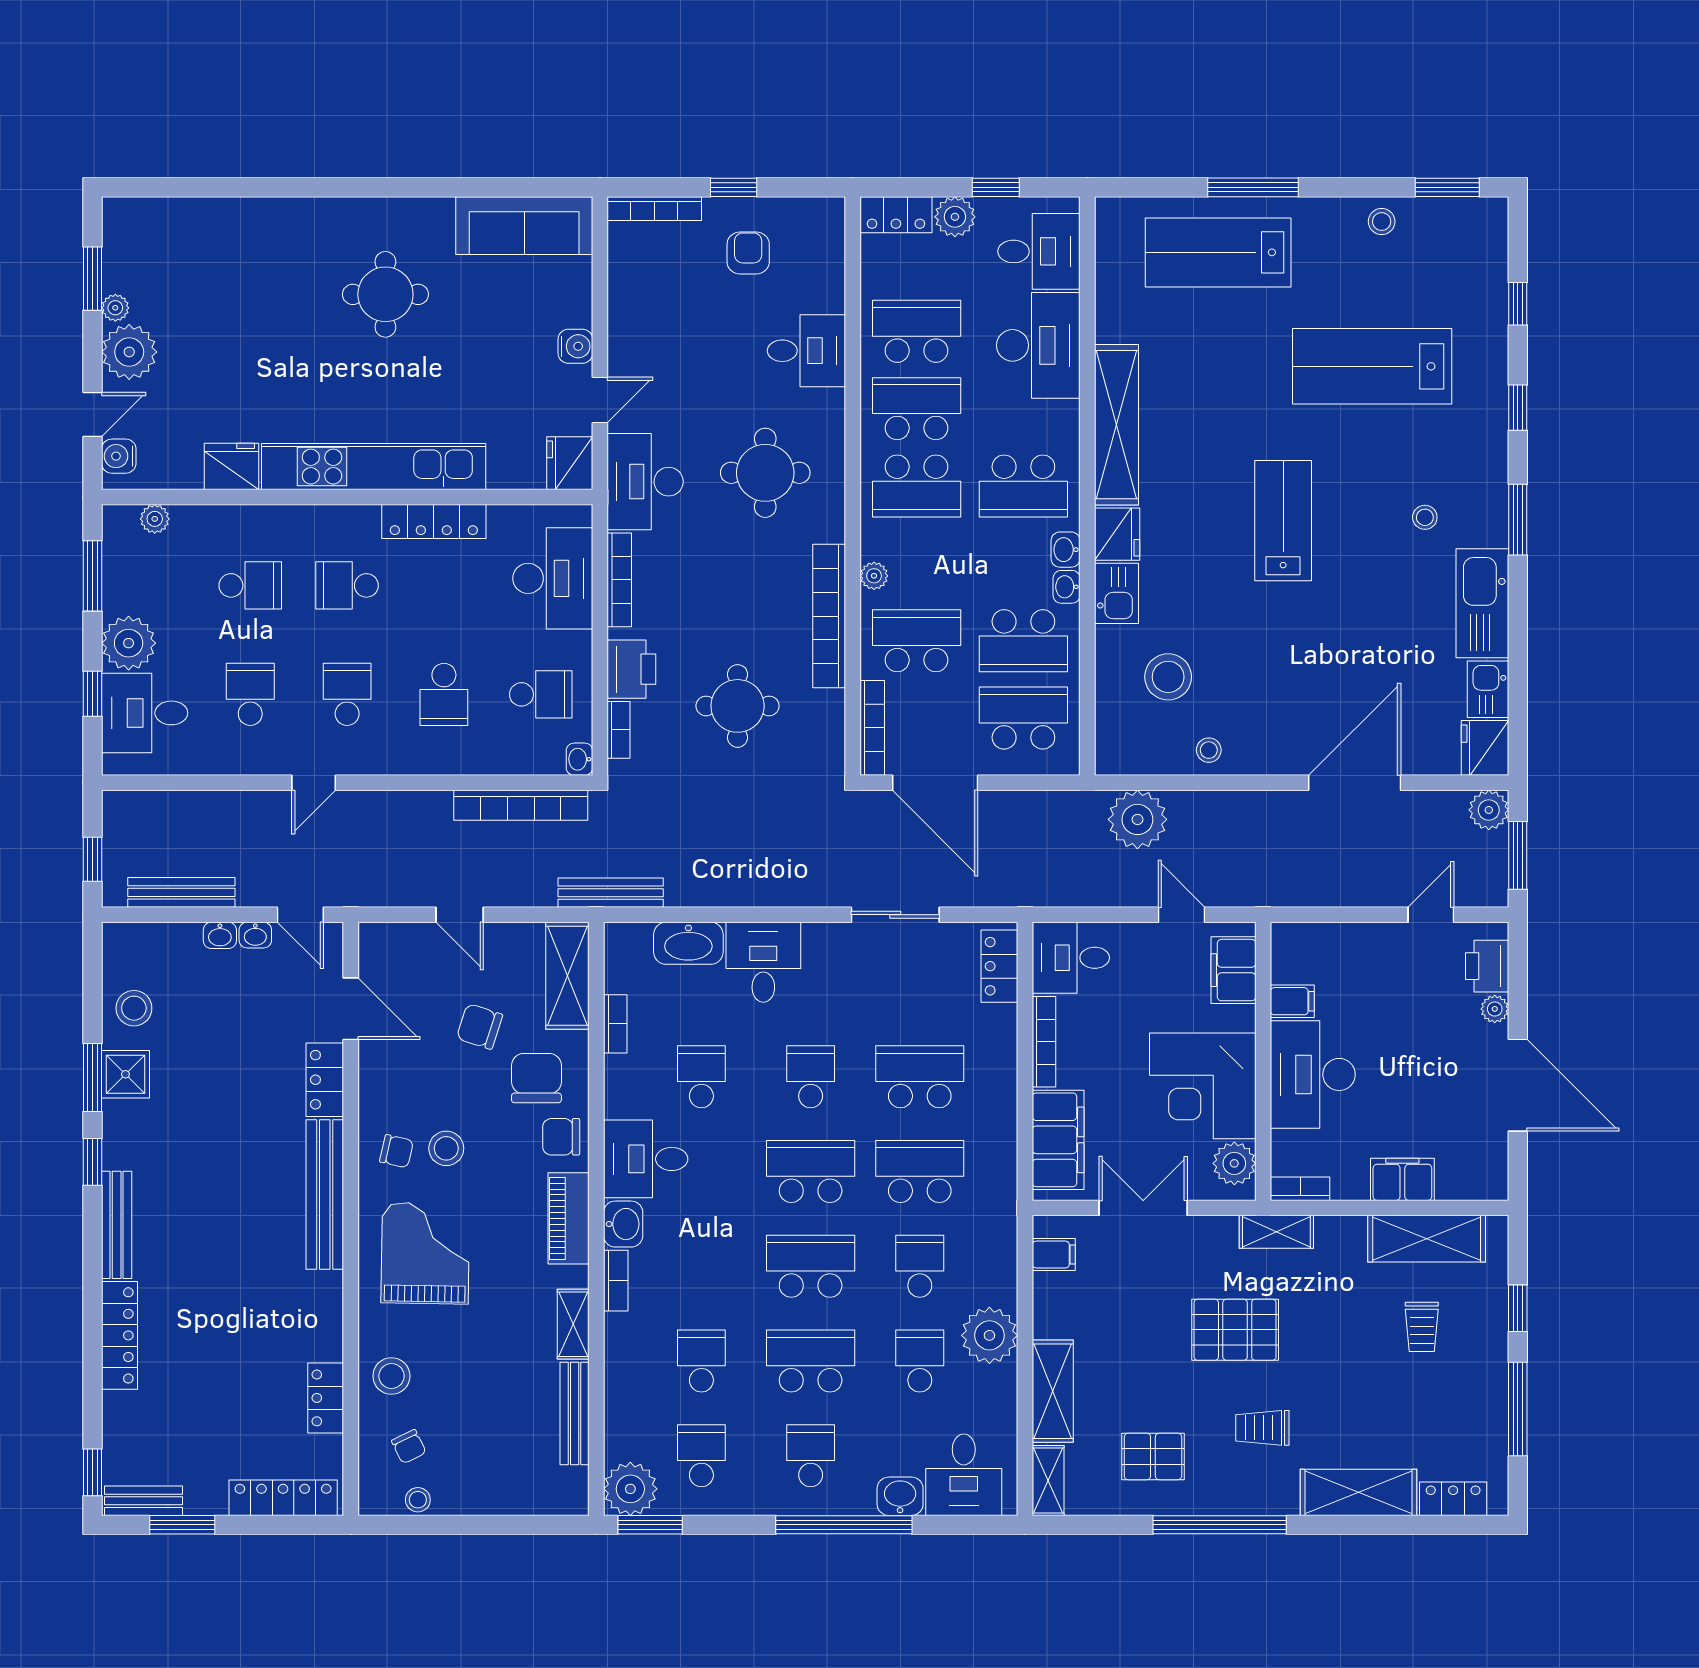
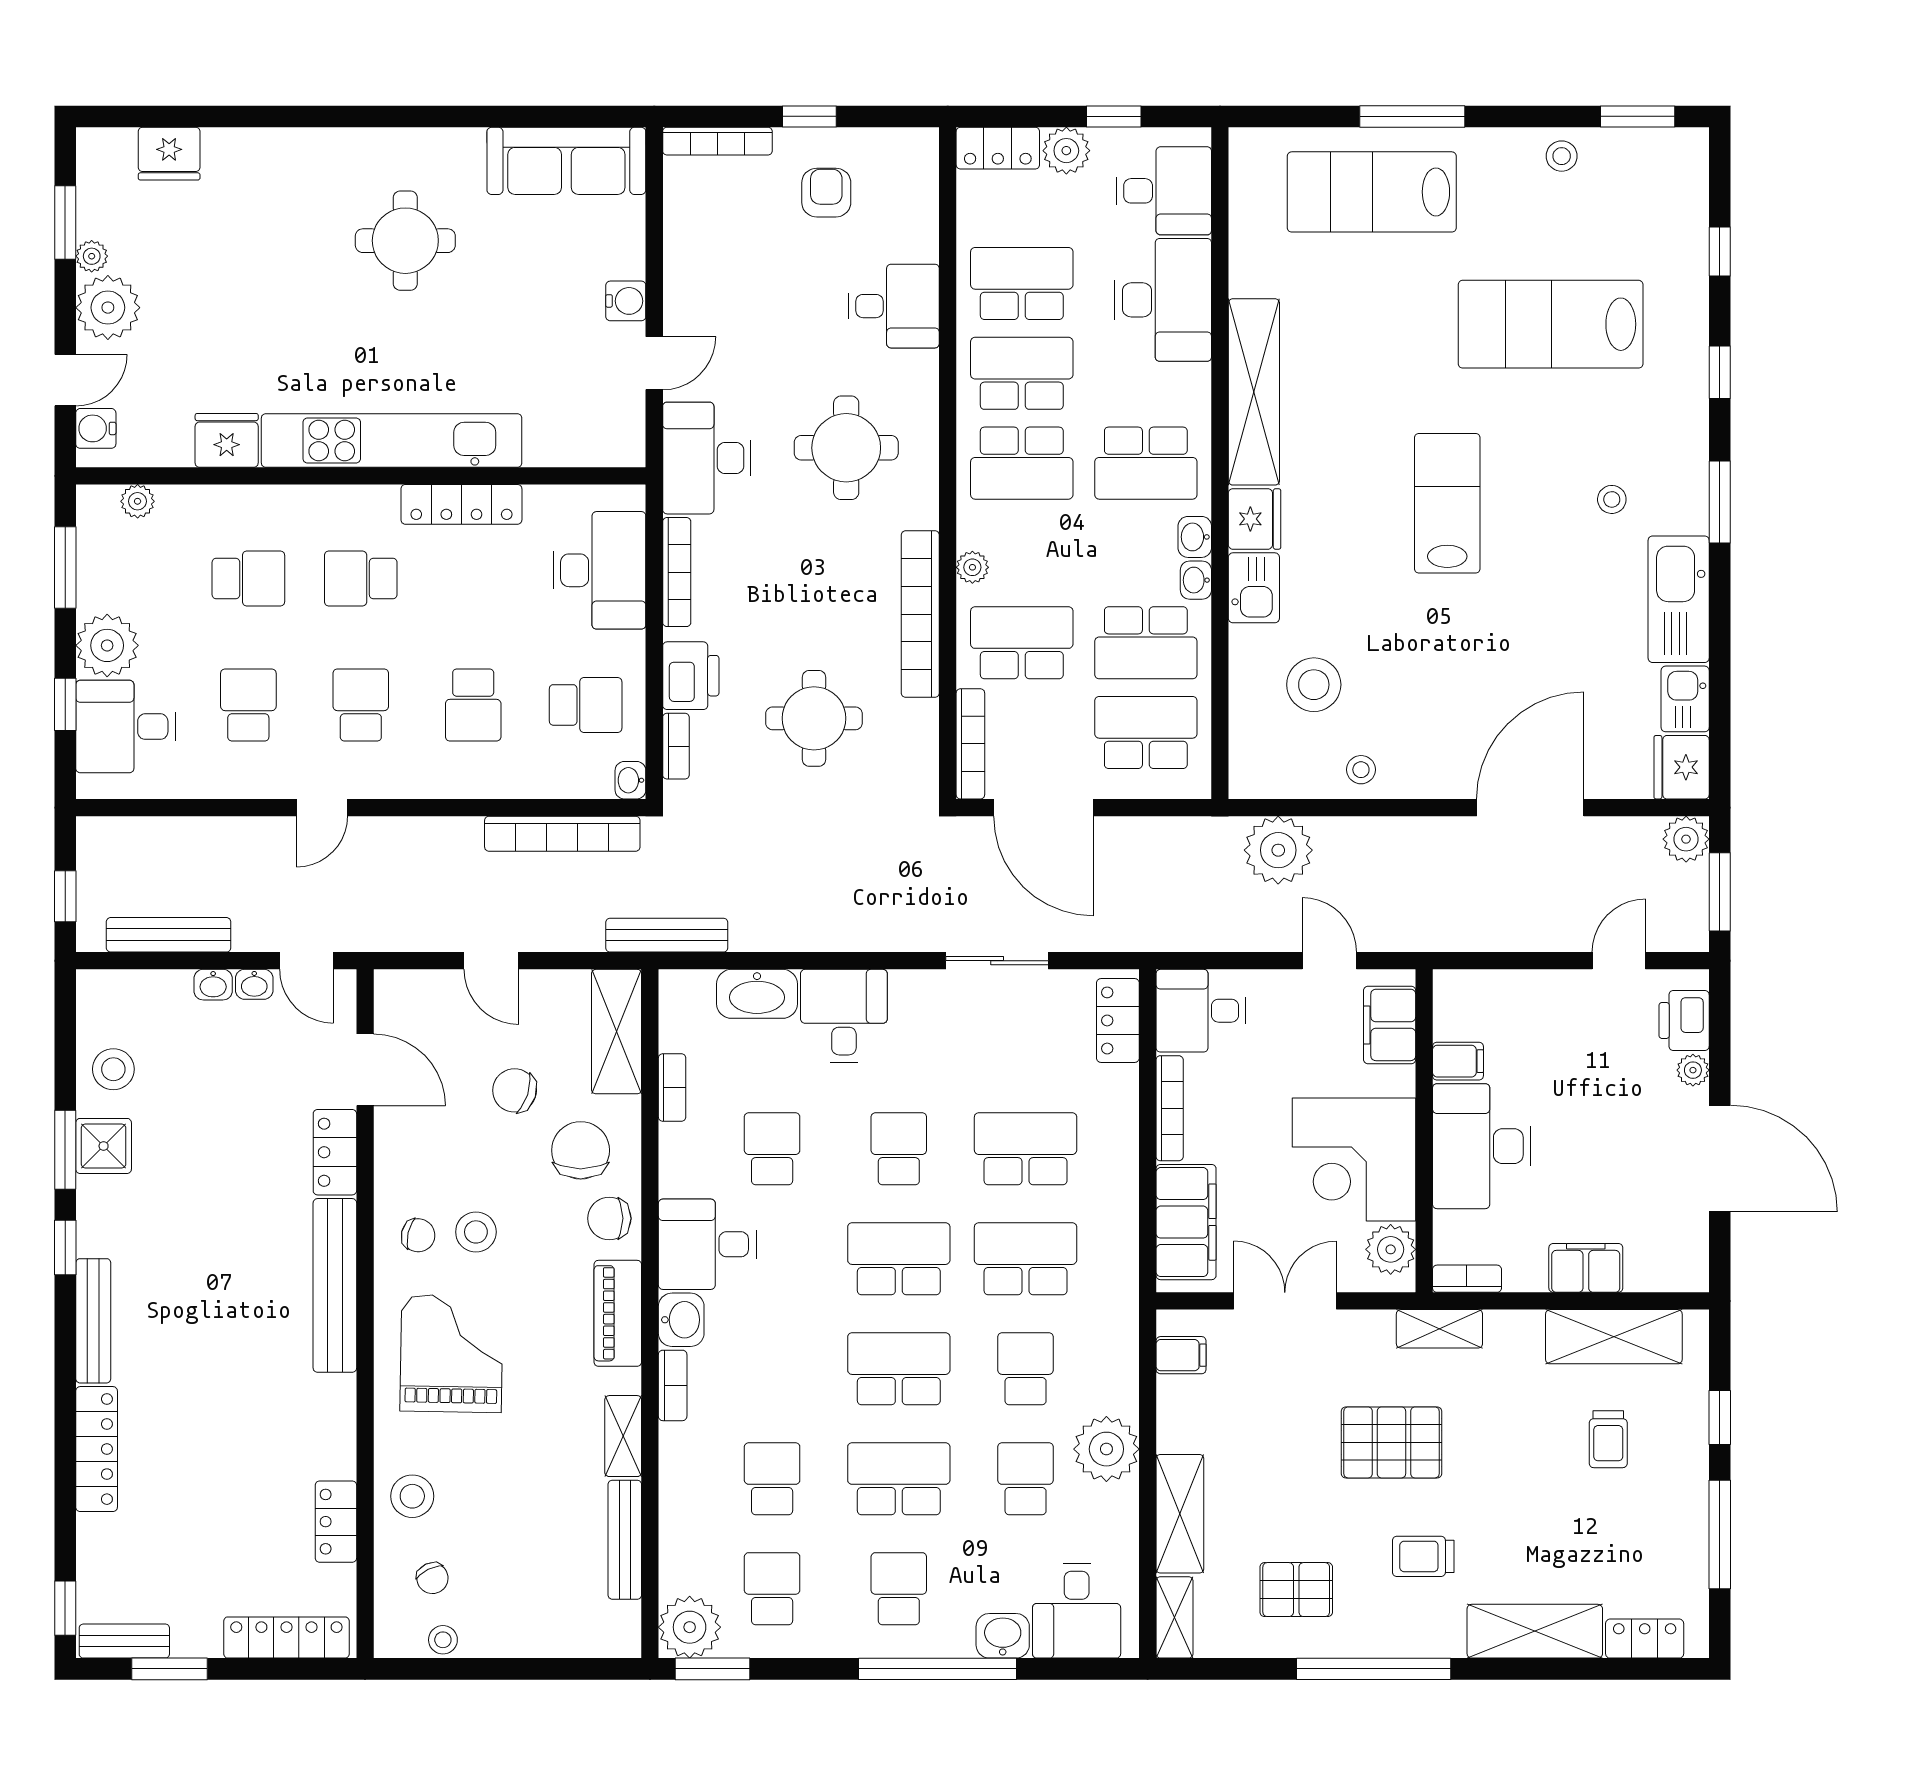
fridge: (570, 463) -> (169, 154), moved, turned -90

